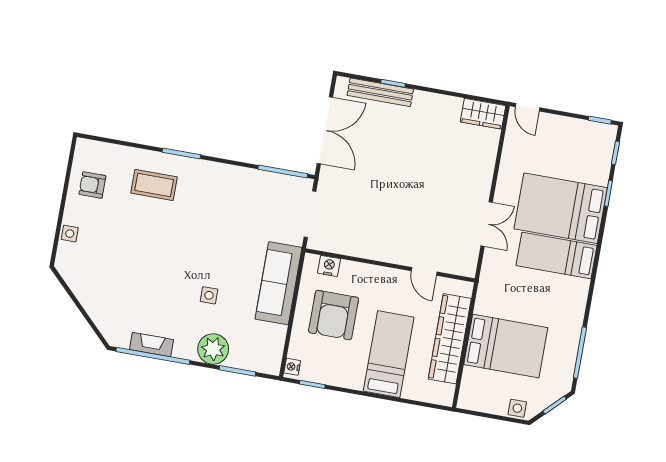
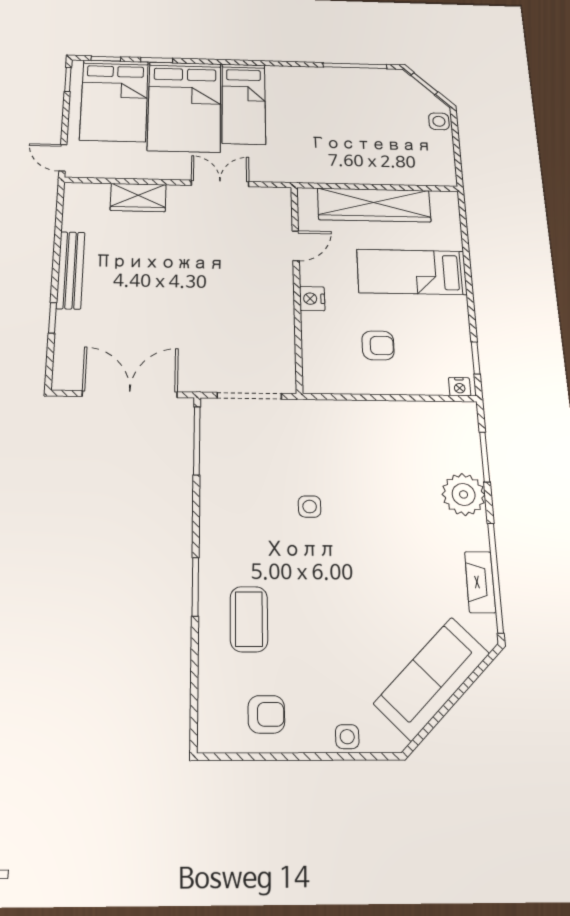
bench: (380, 92) -> (71, 270), moved
door: (527, 107) -> (63, 158), swing flipped
wardrobe: (483, 114) -> (138, 197), moved, turned 90
armchair: (92, 185) -> (266, 714), turned -90
nightstand: (329, 266) -> (312, 299), moved
sofa: (279, 283) -> (432, 678), moved, turned 135
side table: (209, 295) -> (310, 507), moved
armchair: (334, 315) -> (378, 345), width x0.53, depth x0.53
bed: (506, 346) -> (114, 100), moved, turned 180

